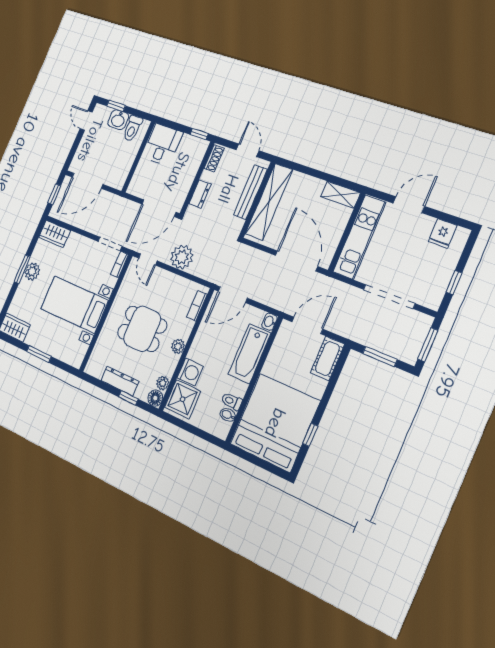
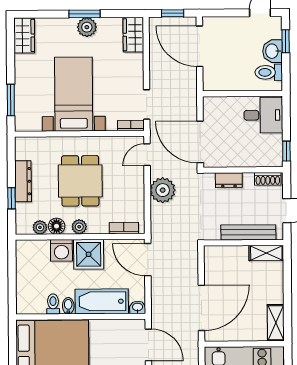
shelving: (269, 202) -> (266, 253), width x0.45, depth x0.75
window: (39, 354) -> (11, 100), moved
floor lamp: (155, 398) -> (57, 226), moved
shower: (183, 399) -> (89, 254), moved
bidet: (228, 415) -> (68, 306), moved

